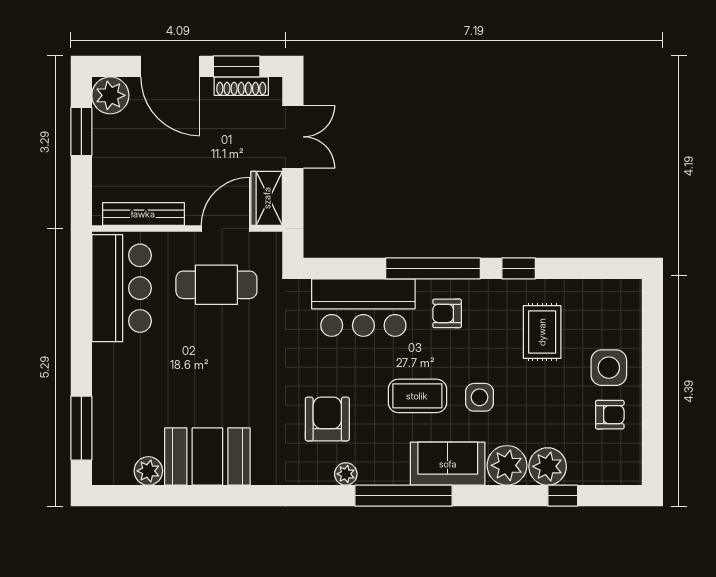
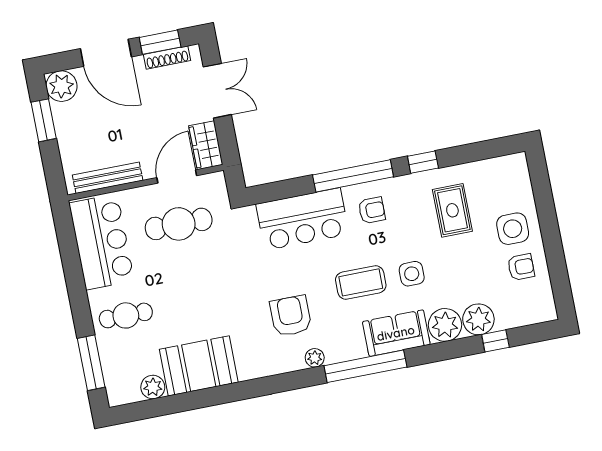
armchair: (447, 313) -> (372, 210), turned 180
cafe table: (133, 380) -> (126, 315), added

